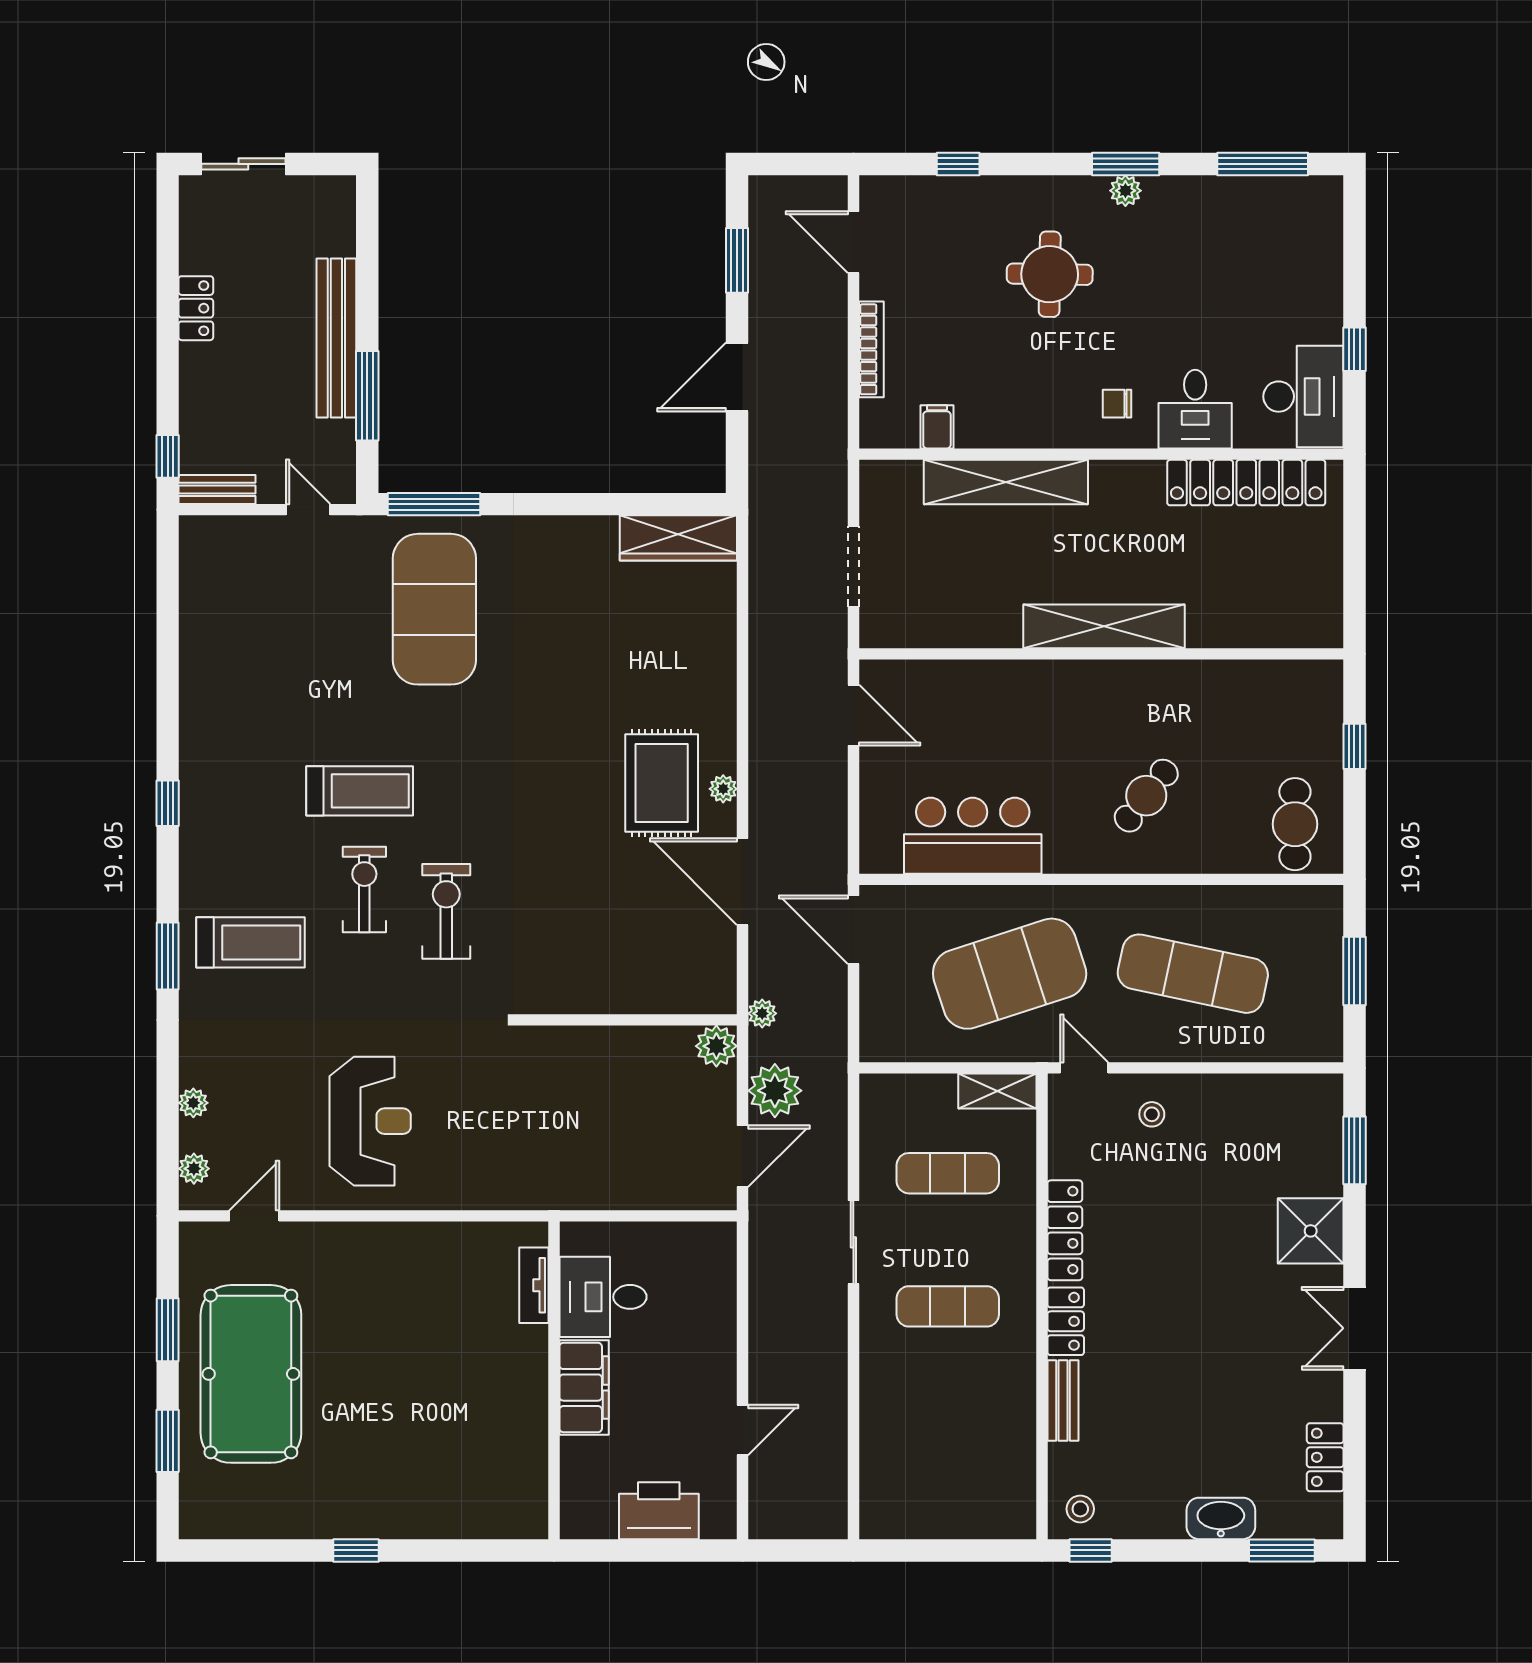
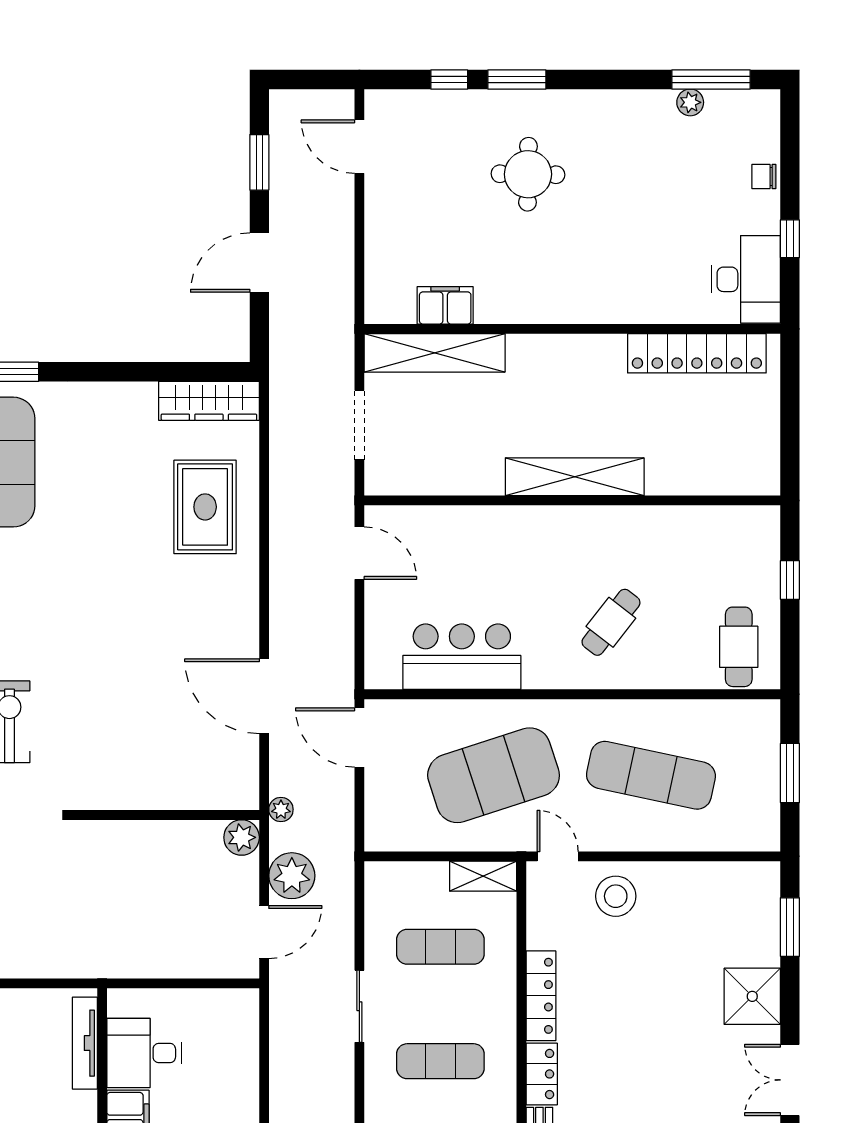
window: (1126, 164) -> (517, 79), moved
plant: (1125, 191) -> (690, 102), moved
bookcase: (871, 349) -> (375, 239), removed
chair: (1117, 404) -> (764, 177), moved
desk: (1195, 409) -> (653, 290), removed
filing cabinet: (937, 427) -> (445, 305), width x2.00
shelving: (1006, 482) -> (435, 353), moved
rug: (662, 783) -> (205, 507), moved
plant: (723, 789) -> (247, 616), removed
stool: (1152, 1114) -> (616, 896), width x1.89, depth x1.89
tv unit: (534, 1285) -> (85, 1043), width x1.41

